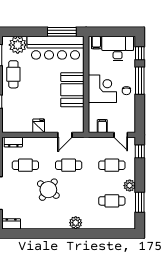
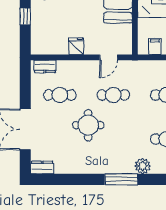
round table: (48, 190) -> (88, 125), turned -37
plant: (76, 223) -> (143, 166), moved
window: (75, 233) -> (121, 179), added

